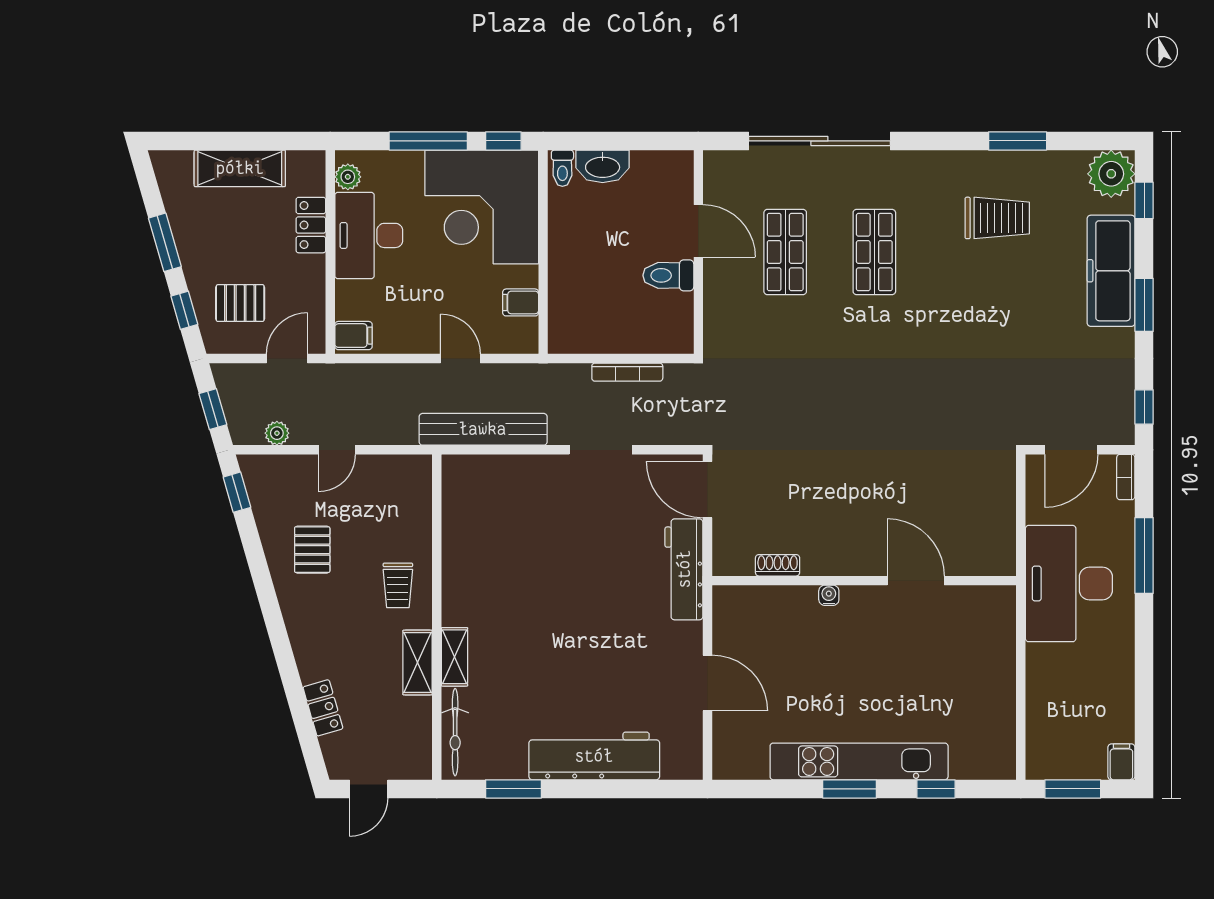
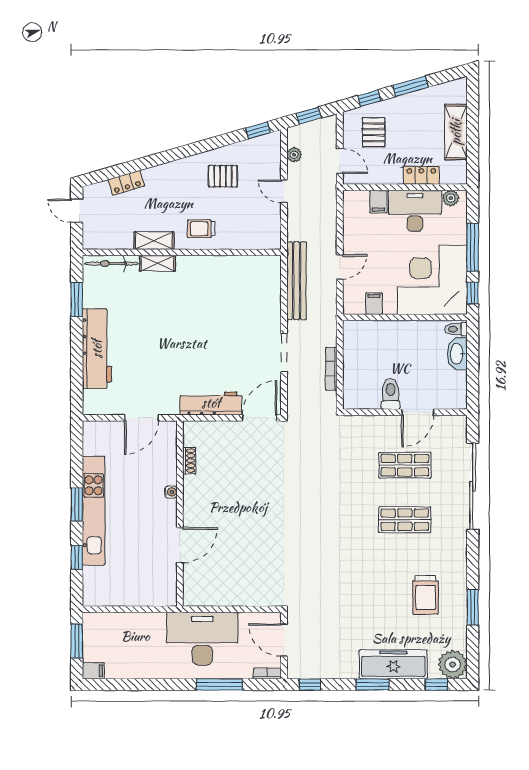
filing cabinet: (354, 336) -> (378, 202), moved
shoe rack: (778, 565) -> (189, 461), moved
wall: (864, 581) -> (180, 514), moved
door: (916, 581) -> (180, 545), moved
water cooler: (829, 595) -> (171, 492), moved

